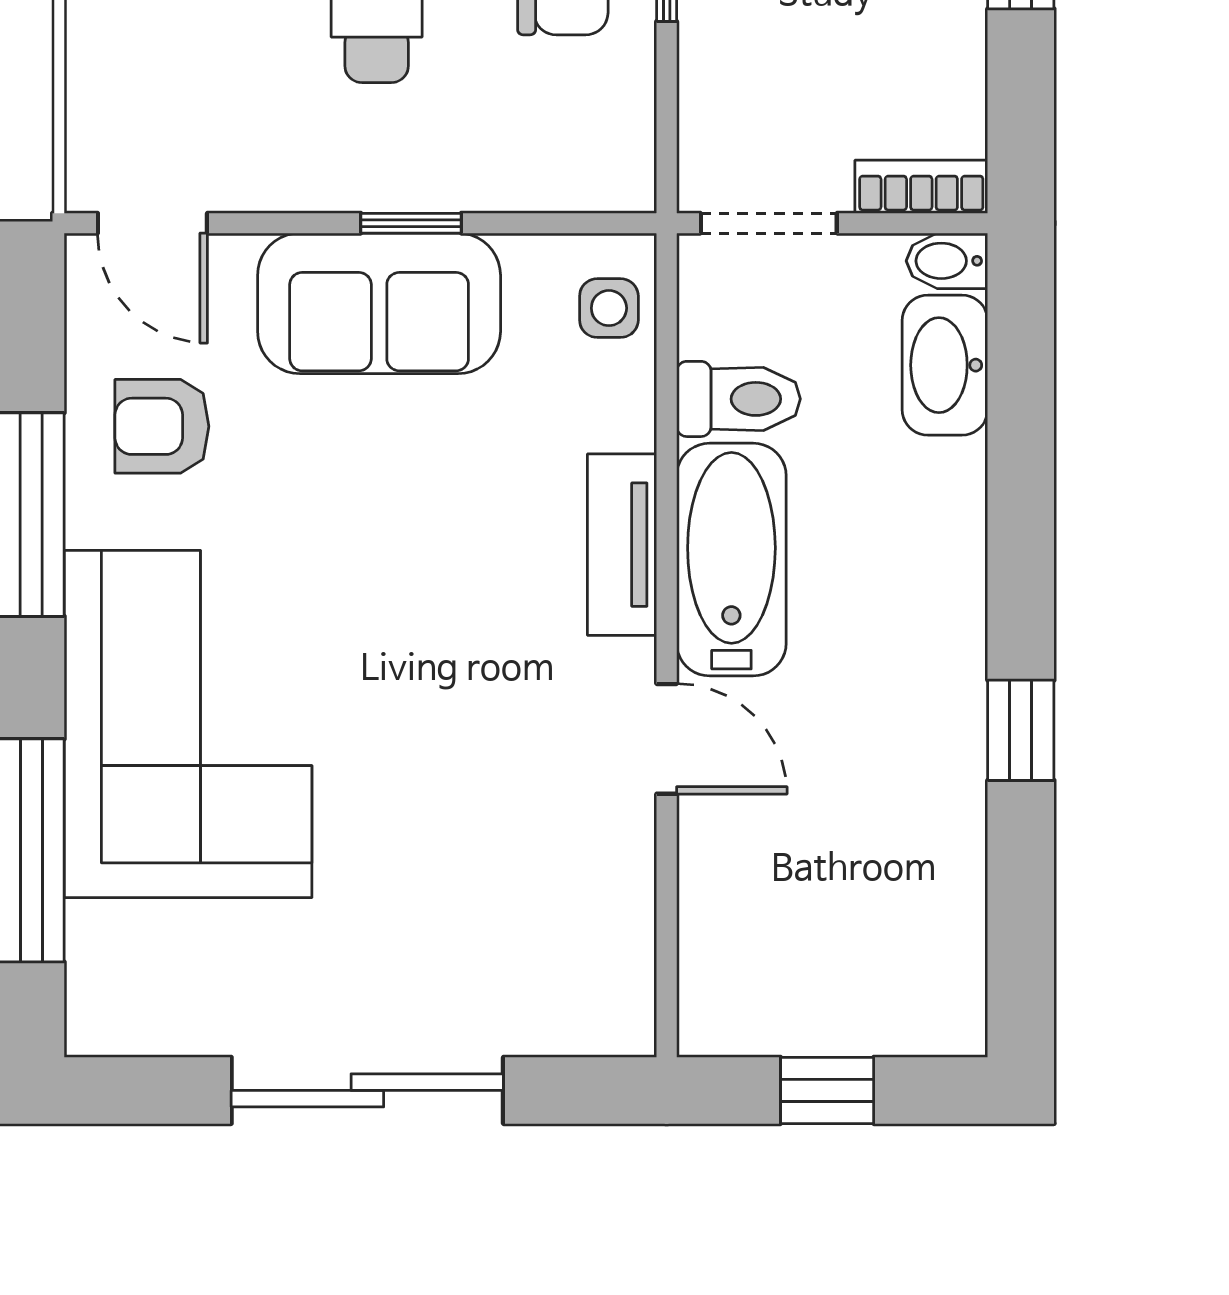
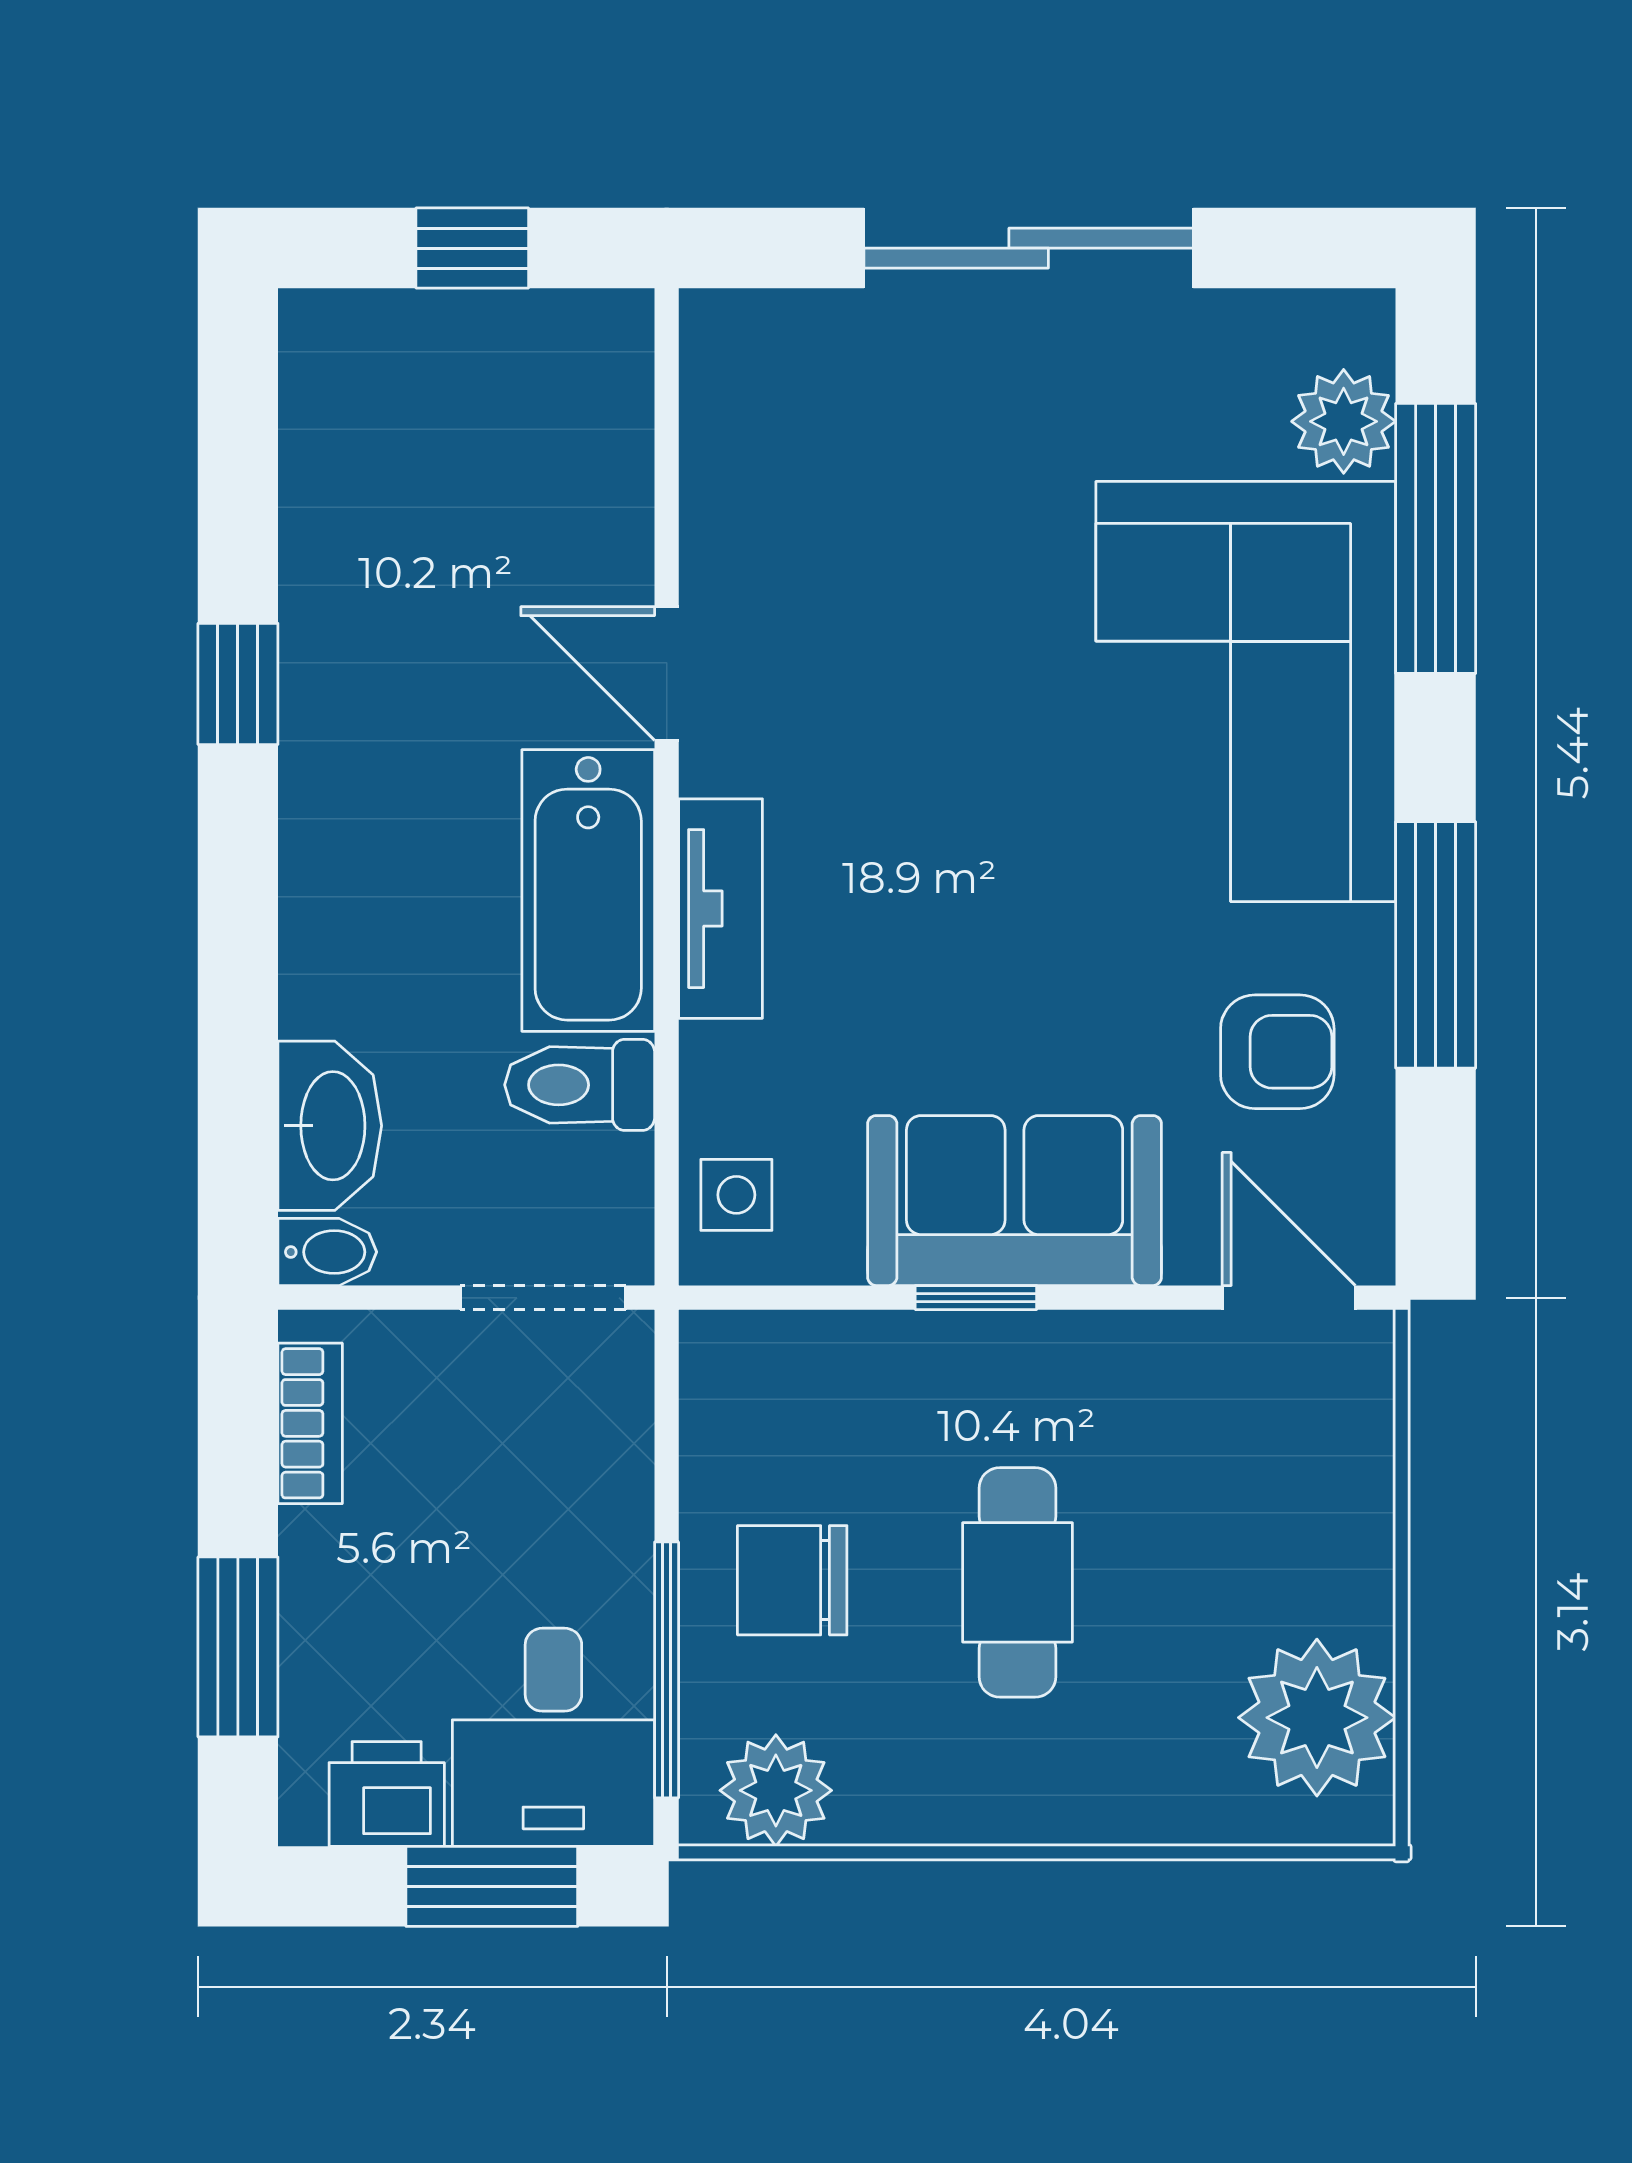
bookcase: (921, 187) -> (310, 1423), moved, turned -90
plant: (107, 947) -> (1344, 421), added

